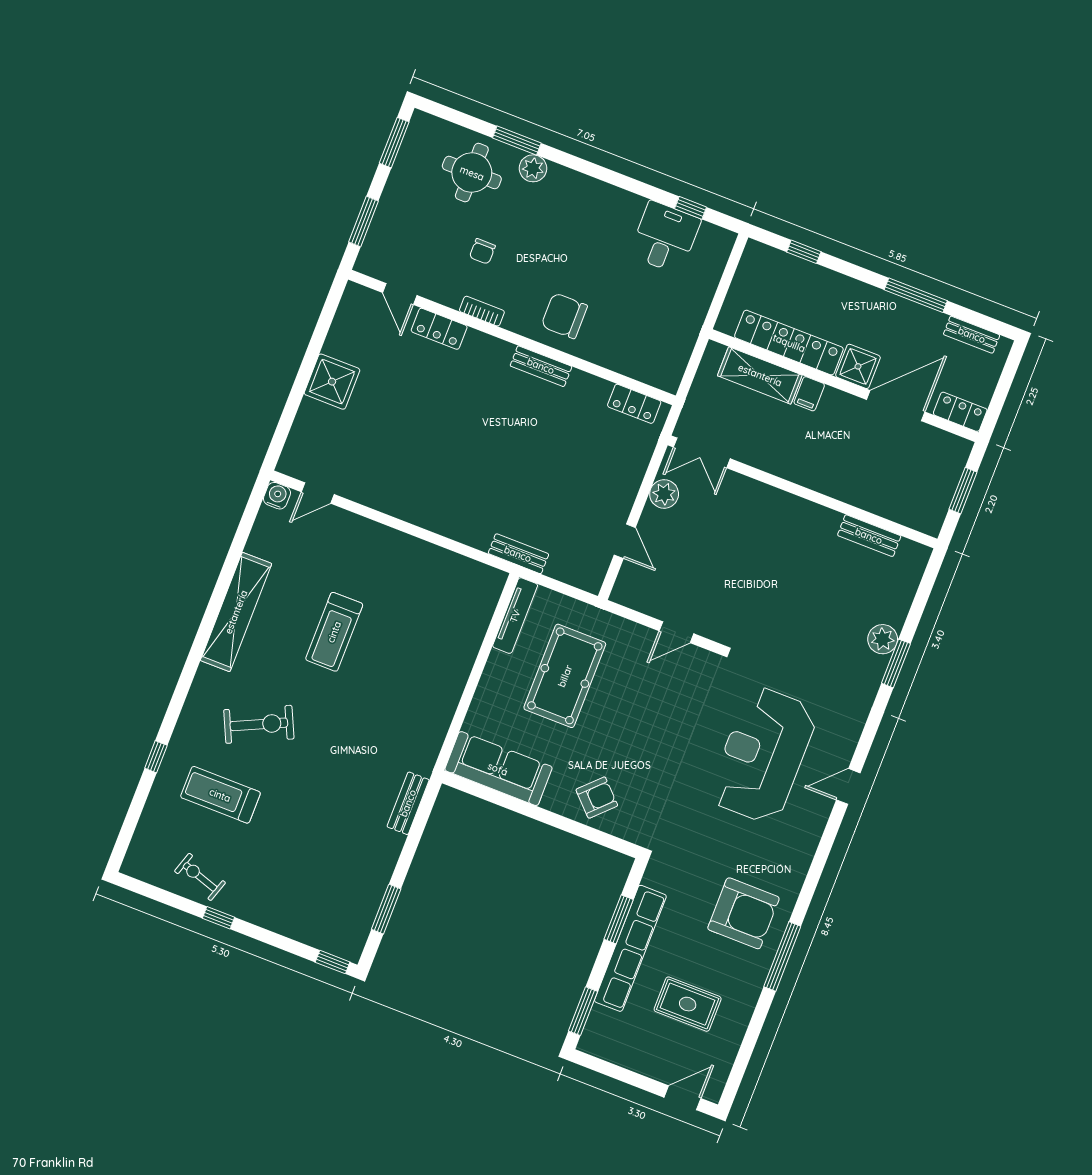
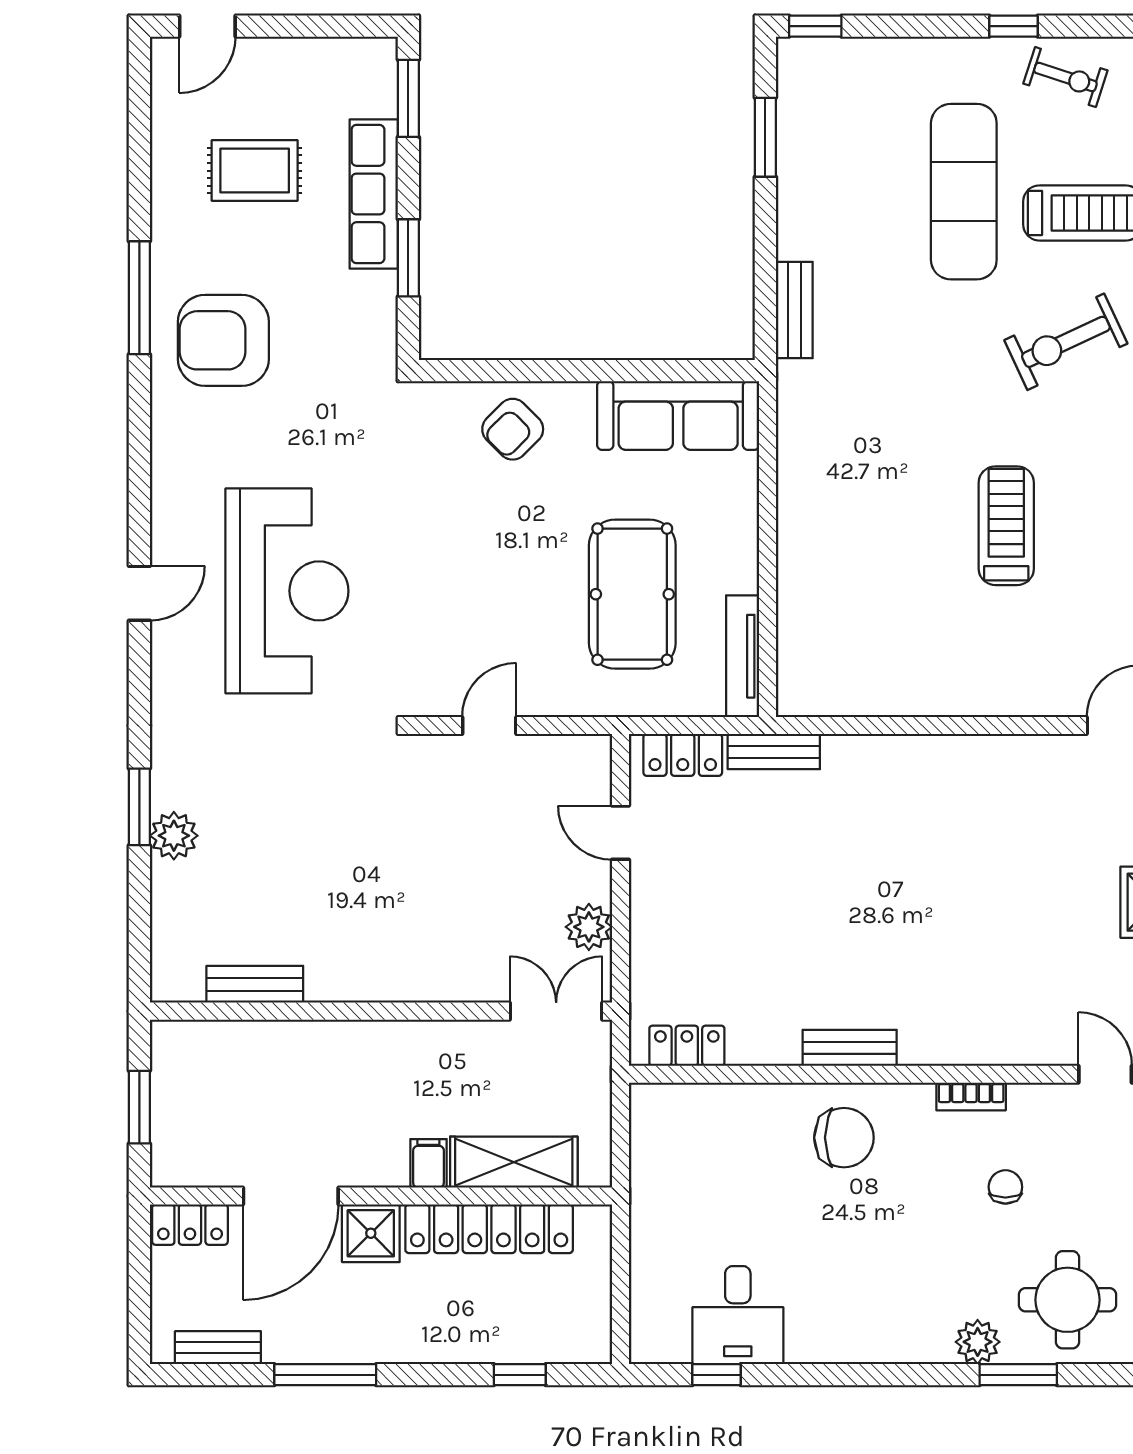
locker: (439, 329) -> (683, 755), moved, turned 180
exercise mat: (284, 834) -> (964, 192), added
row of seats: (630, 948) -> (374, 194), width x0.73

